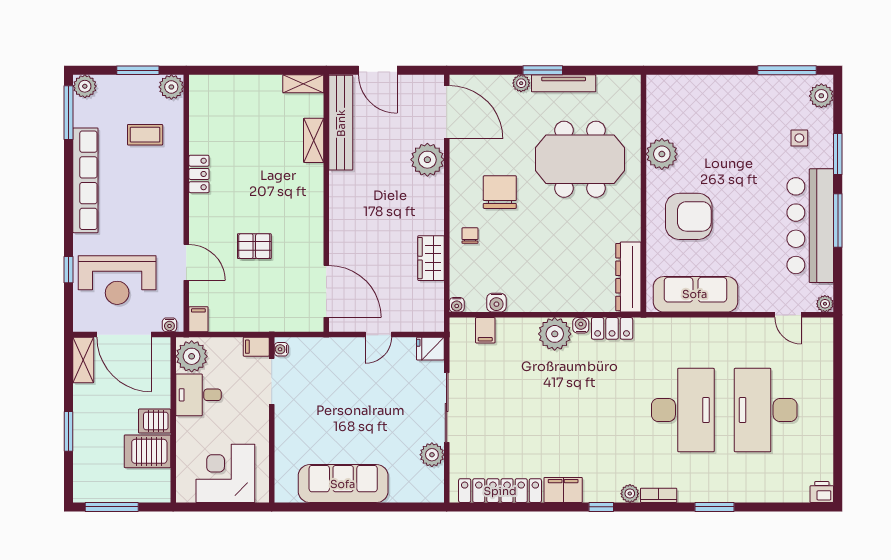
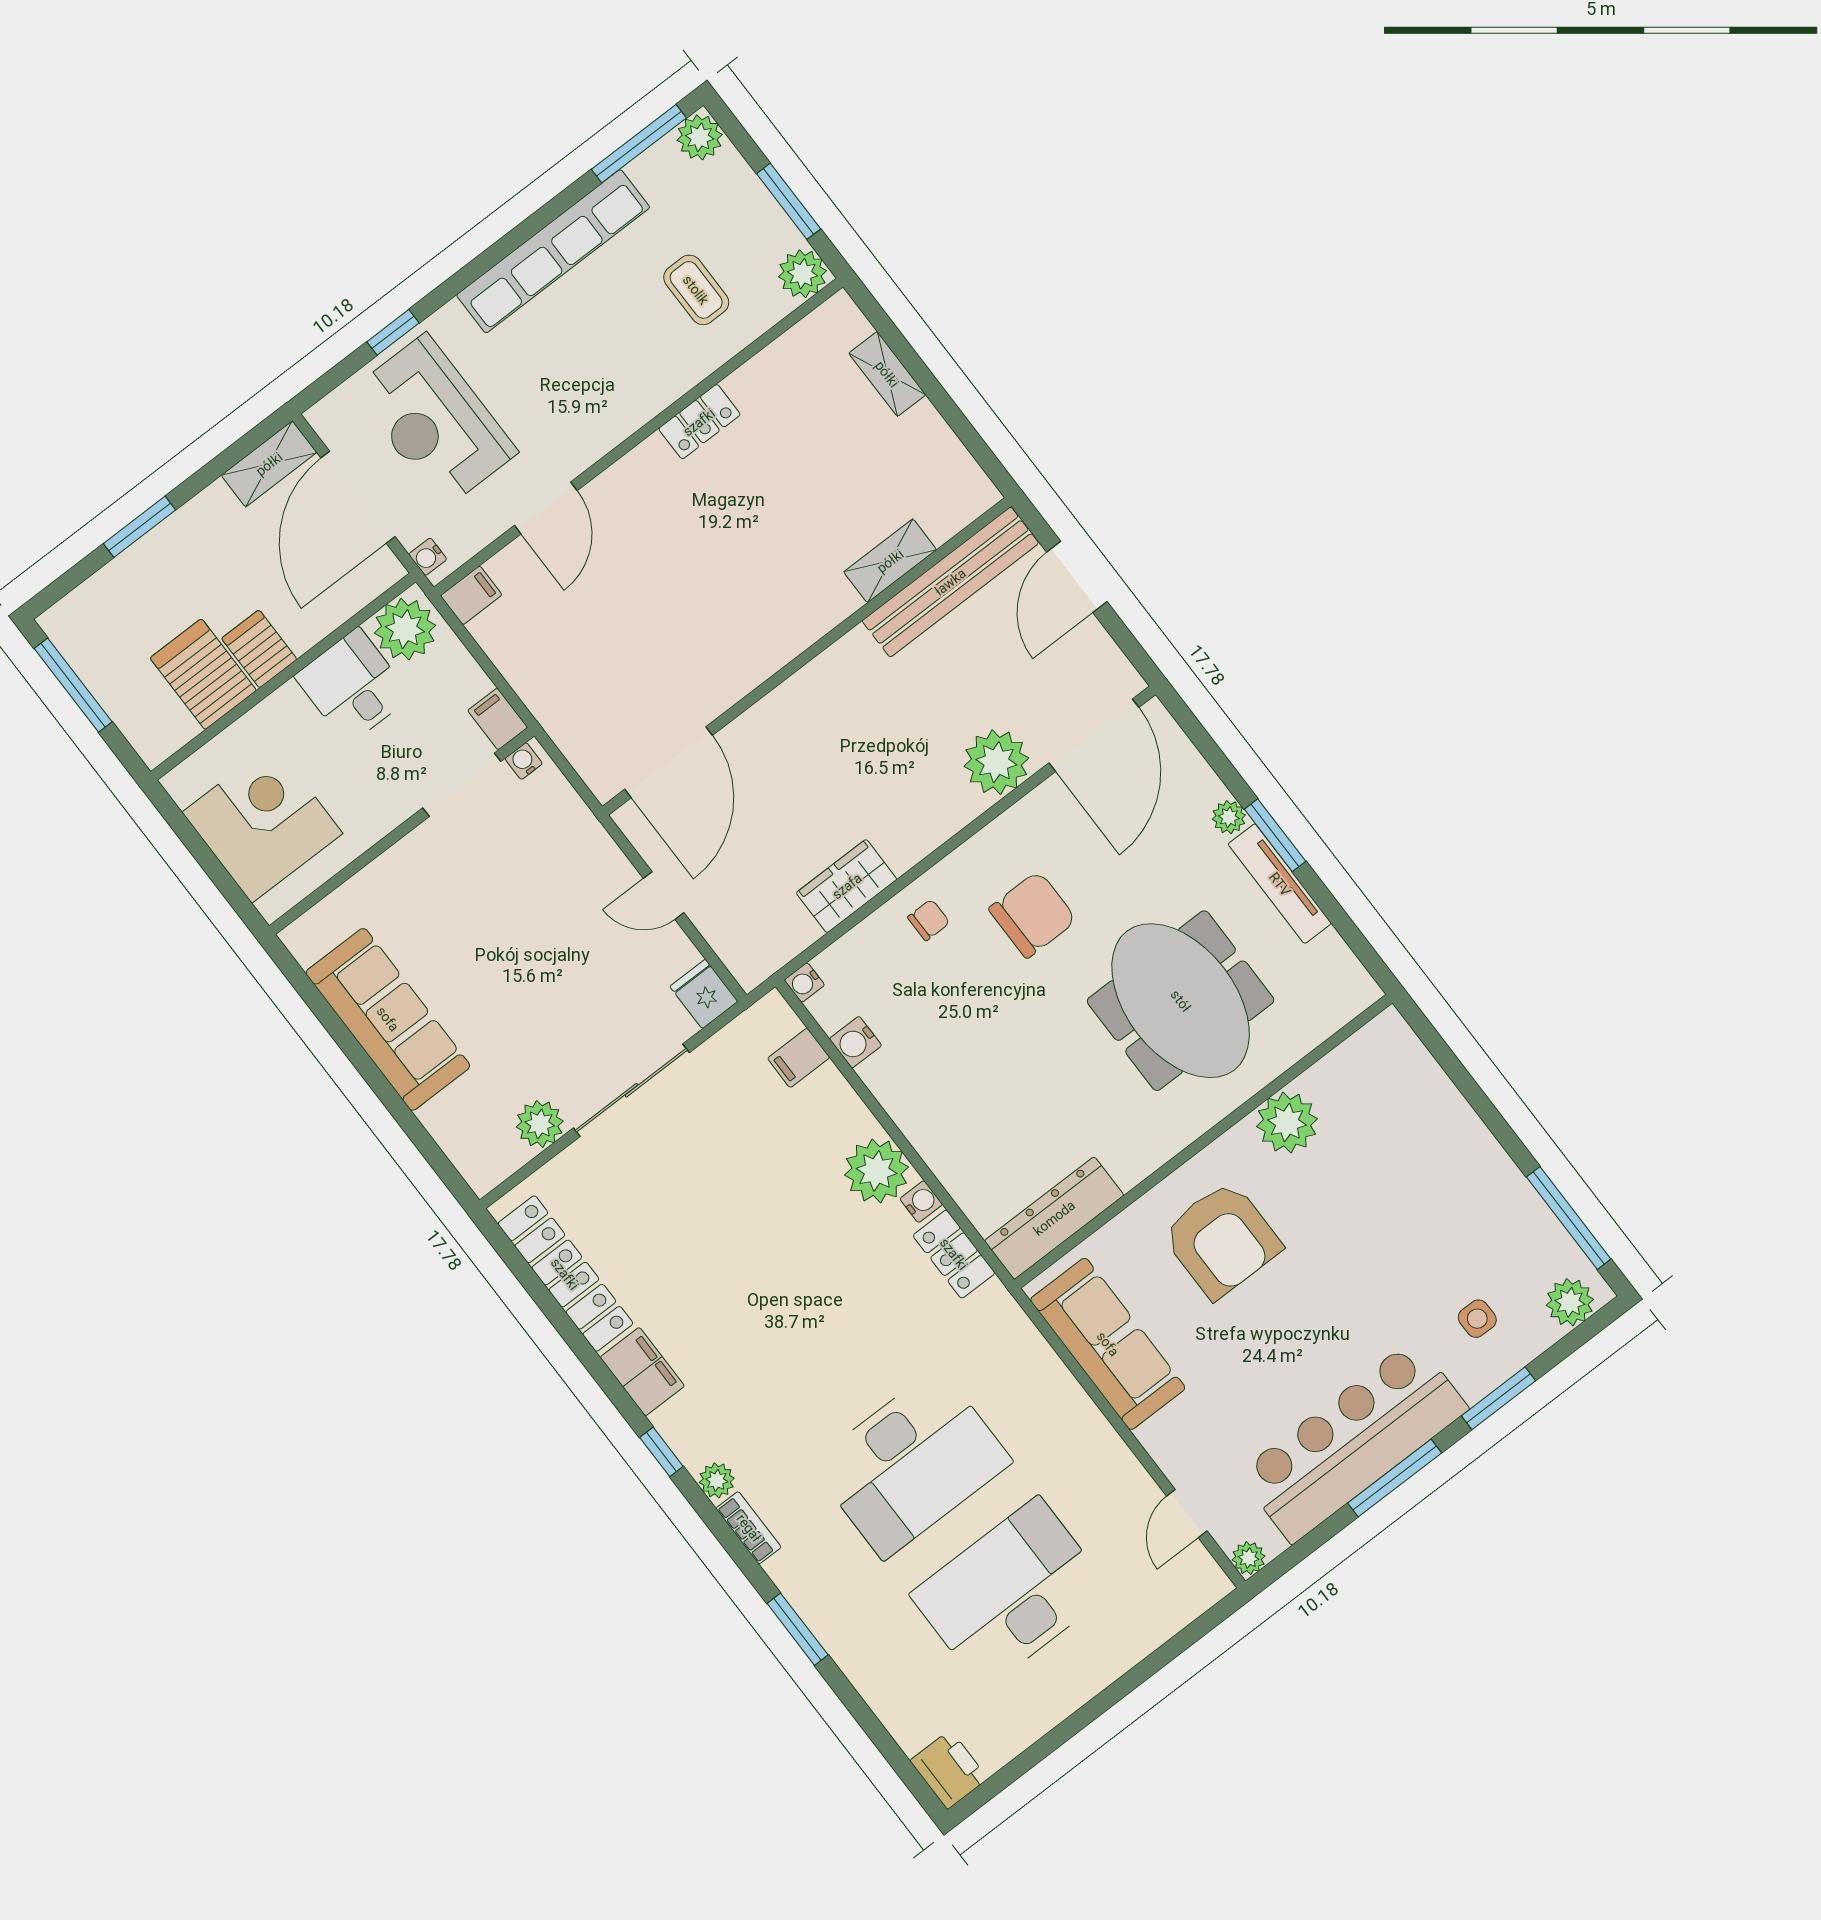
shelving: (303, 84) -> (887, 374), moved
pallet: (254, 246) -> (653, 595), removed
printer: (822, 492) -> (949, 1770), width x1.36, depth x1.24

